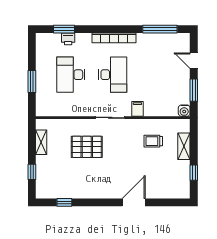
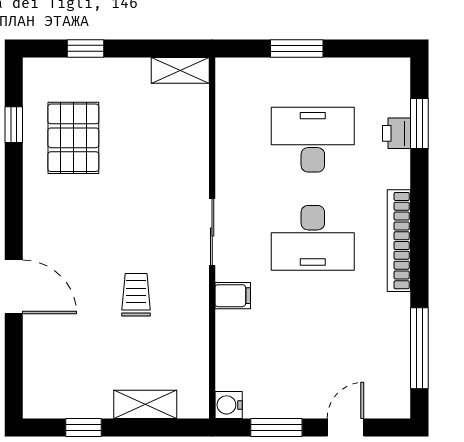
trolley: (153, 141) -> (136, 295), moved
shelving: (41, 142) -> (180, 70), moved
pallet: (87, 147) -> (73, 138), moved

